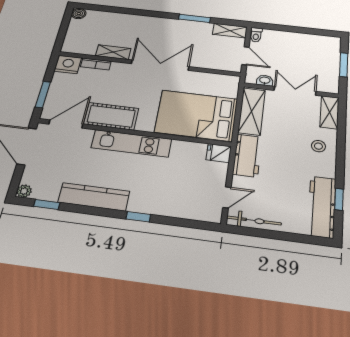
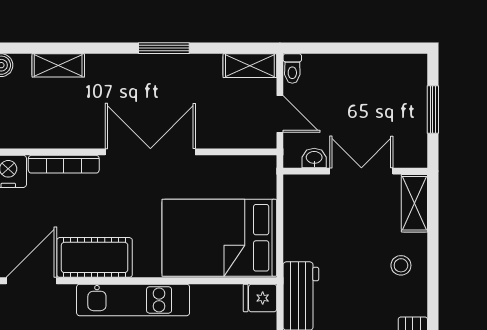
window: (195, 18) -> (164, 48), moved
shelving: (113, 52) -> (58, 65), moved
bookcase: (96, 64) -> (64, 164), width x1.56
shelving: (252, 111) -> (300, 218), removed

